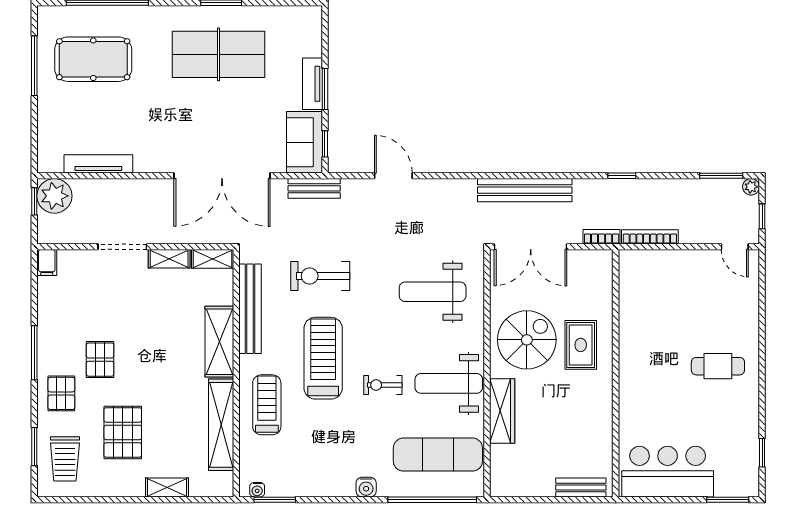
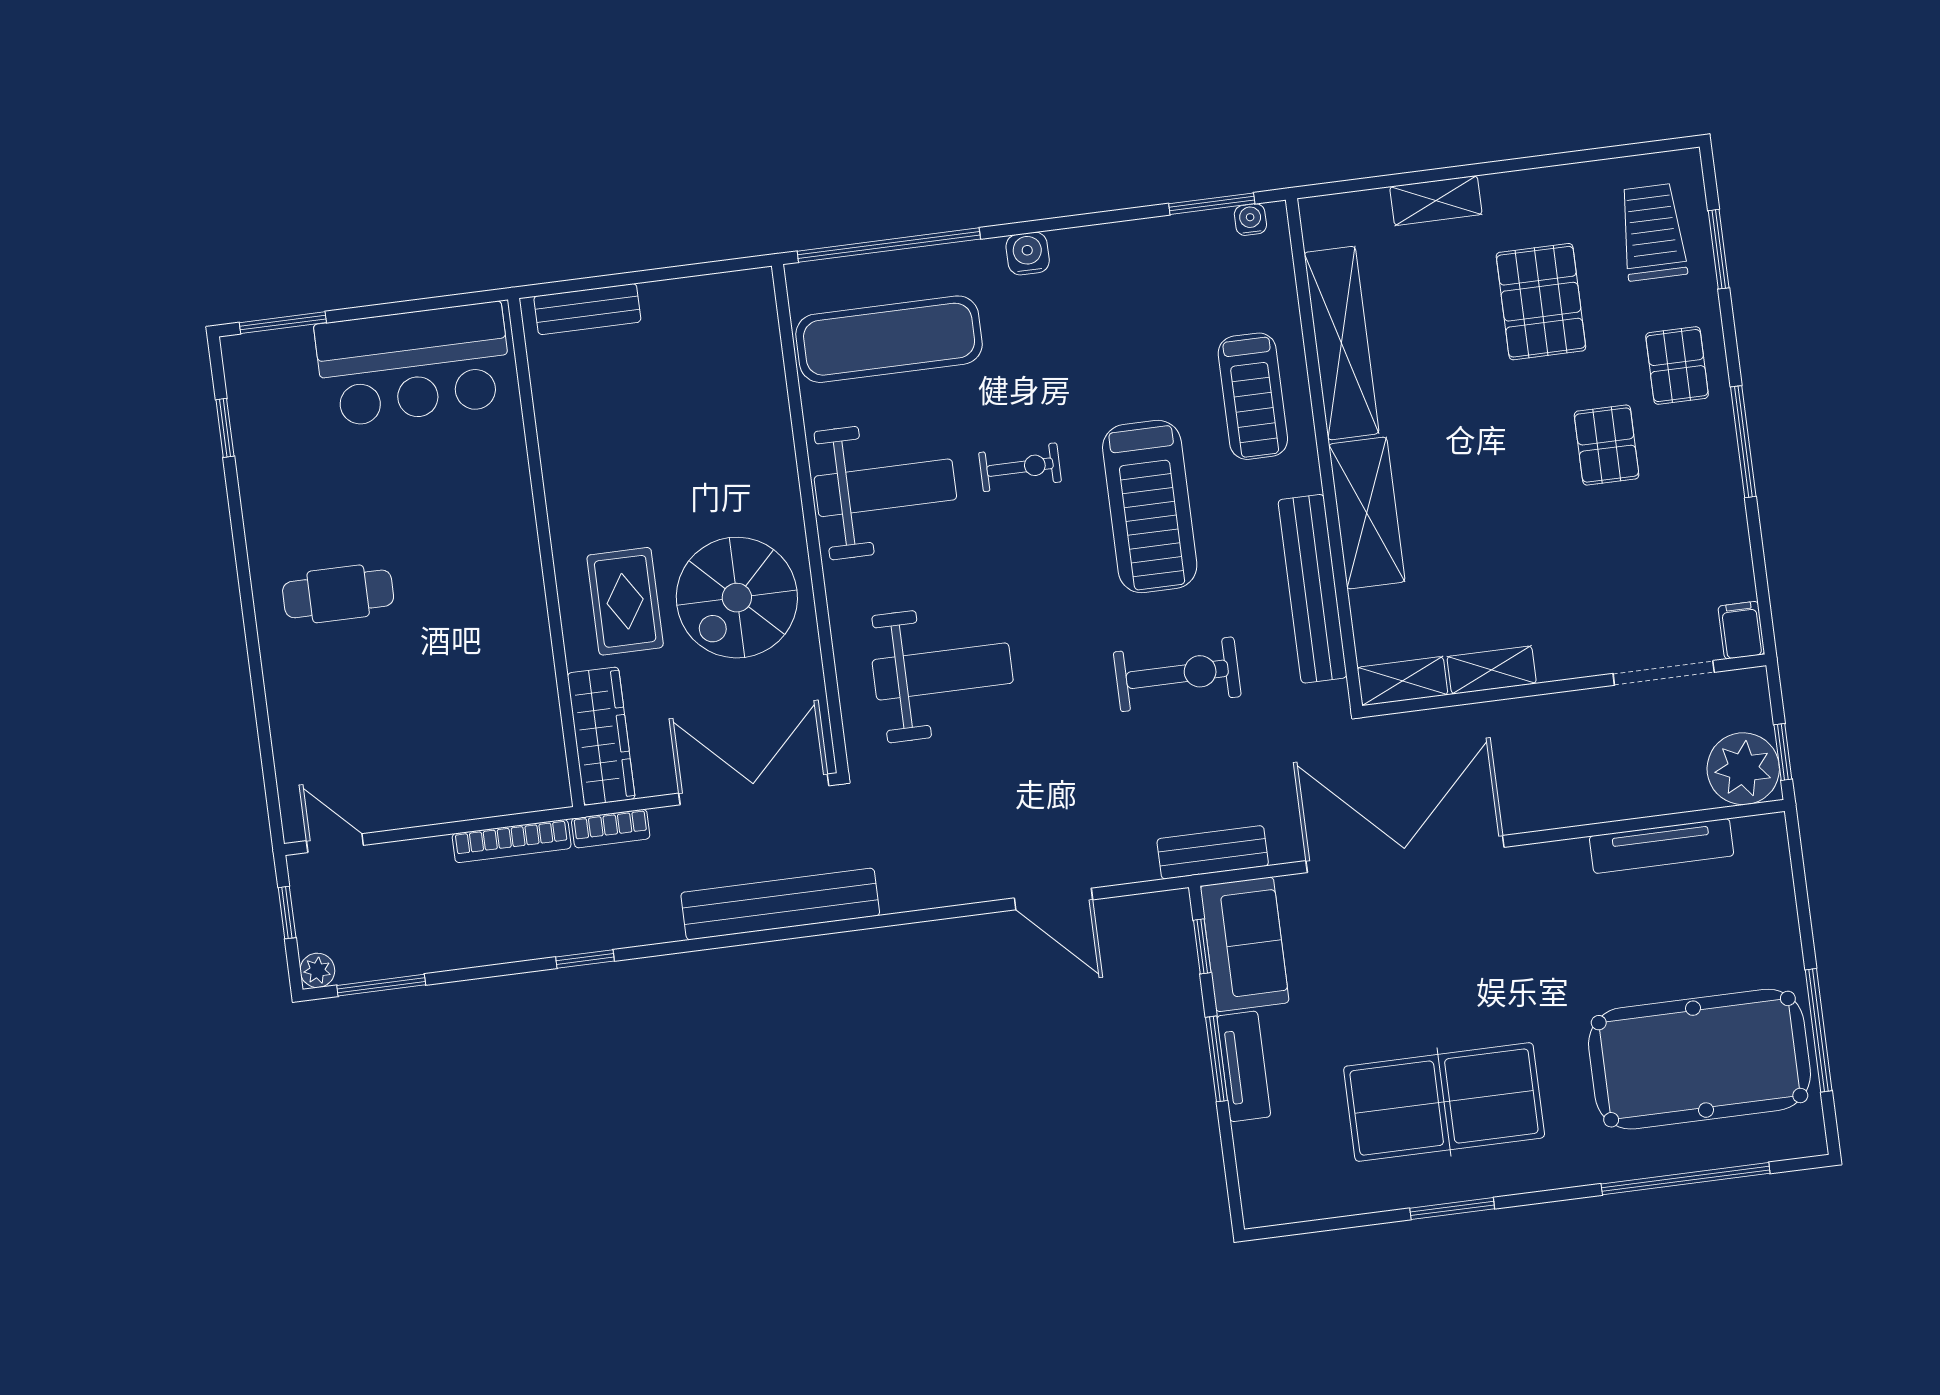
pool table: (93, 59) -> (1699, 1059), width x1.36, depth x1.32
doorway: (122, 247) -> (1664, 673), moved
wardrobe: (502, 411) -> (601, 736), moved, turned 180

